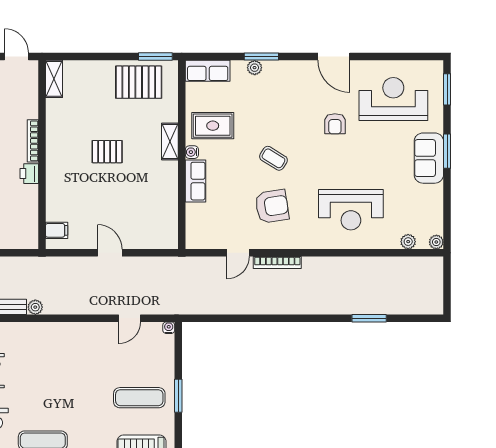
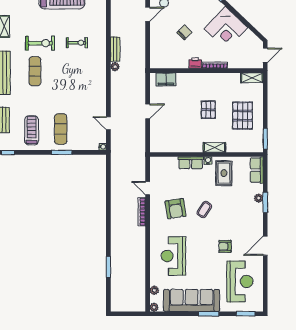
pallet: (139, 82) -> (243, 116), moved
sofa: (429, 158) -> (192, 300), width x1.85, depth x1.27
filing cabinet: (57, 230) -> (166, 79), width x2.00

